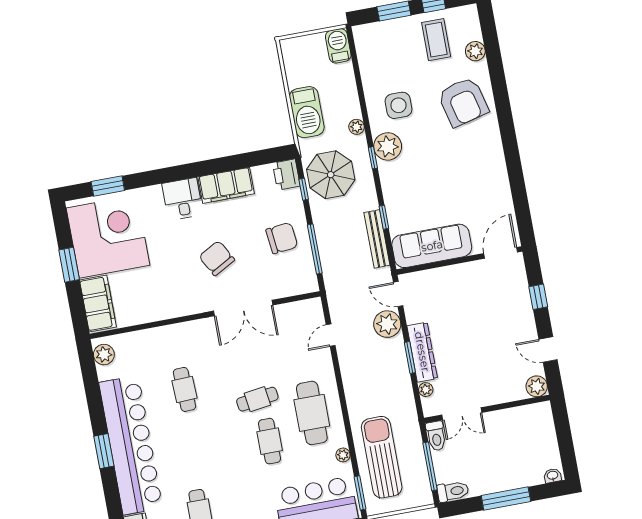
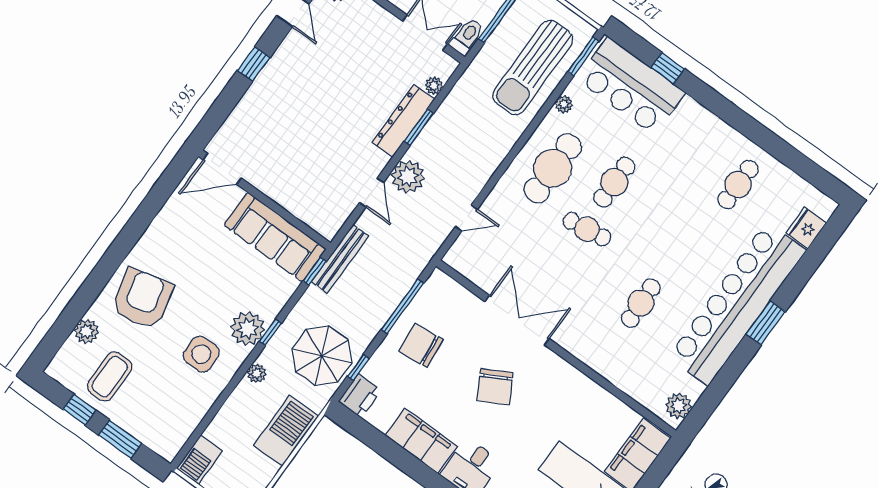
sofa: (432, 246) -> (275, 237), moved
door: (501, 253) -> (222, 169), moved
wall: (459, 260) -> (265, 200), moved

